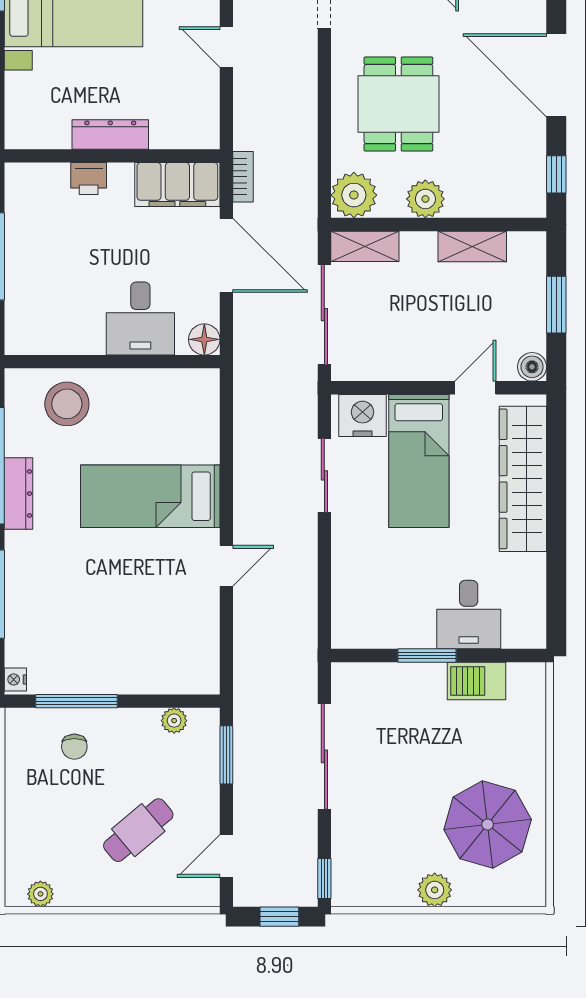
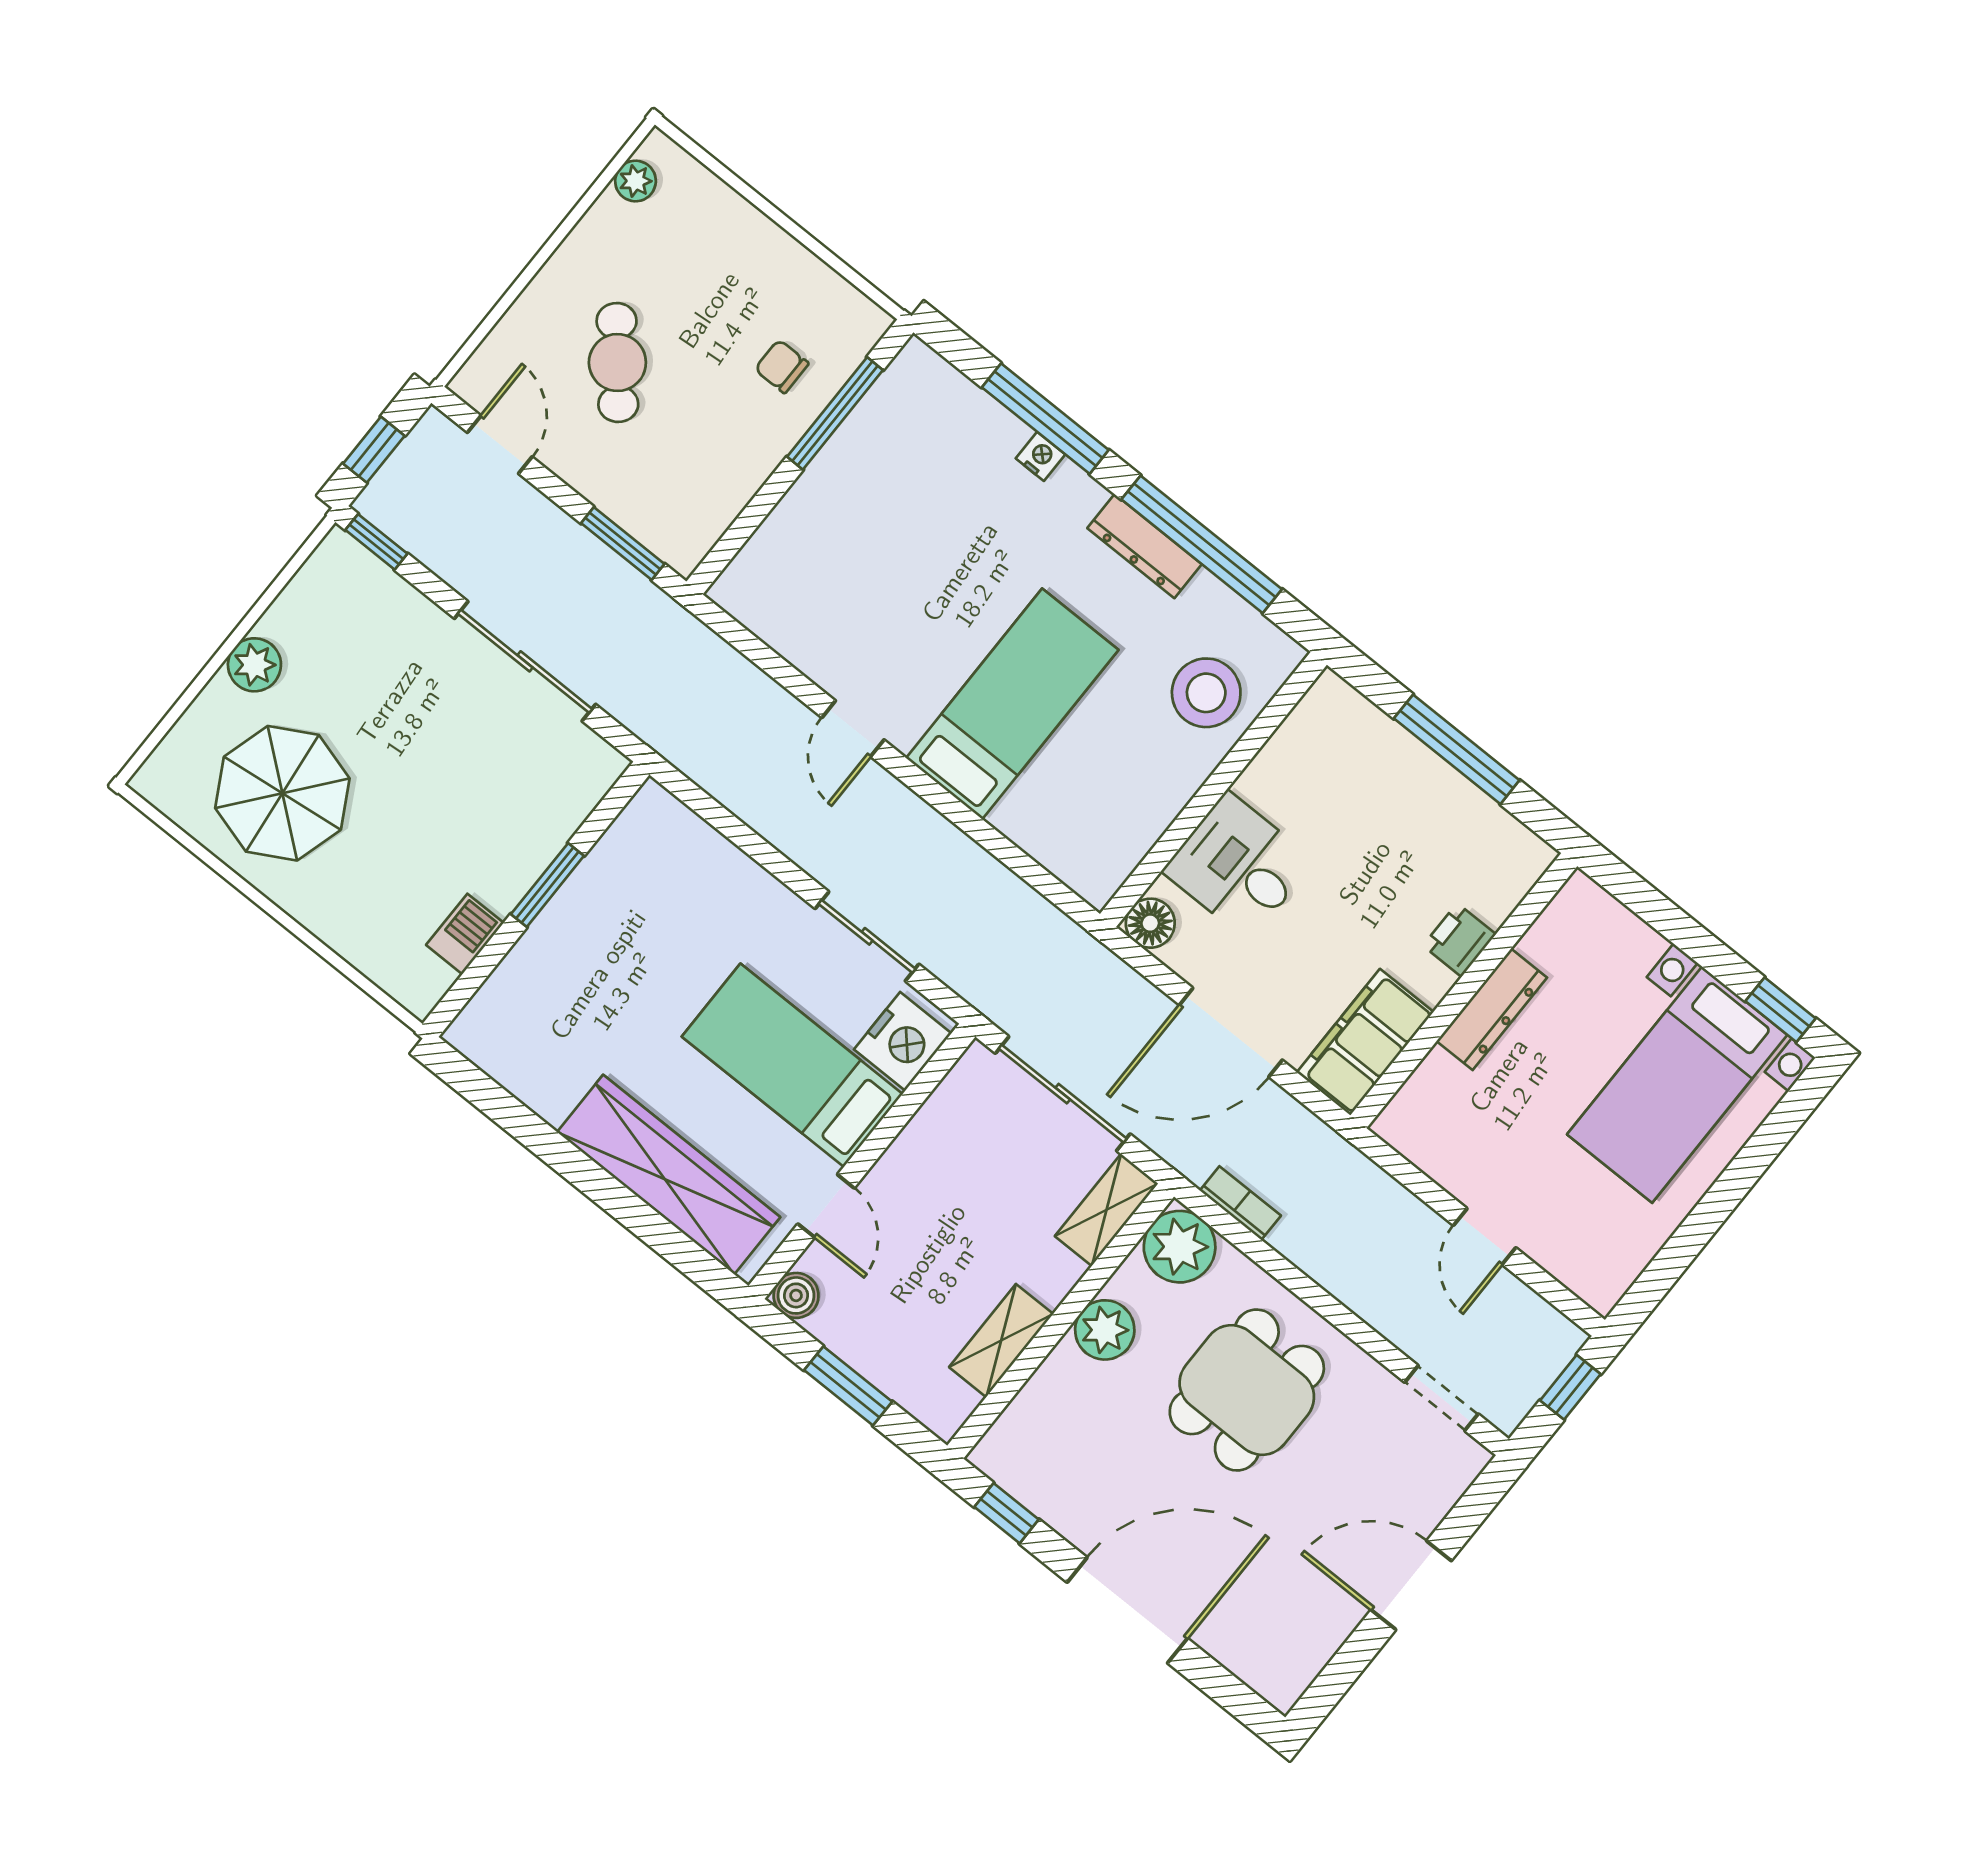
door: (226, 47) -> (1485, 1237), swing flipped
dining table: (398, 104) -> (1247, 1390), turned 90
bookcase: (243, 177) -> (1240, 1203), moved, turned 180
desk: (469, 615) -> (556, 976), removed
nightstand: (15, 679) -> (1040, 456), moved
barbecue: (477, 681) -> (465, 934), width x0.73, depth x0.79
plant: (174, 721) -> (716, 513), removed

